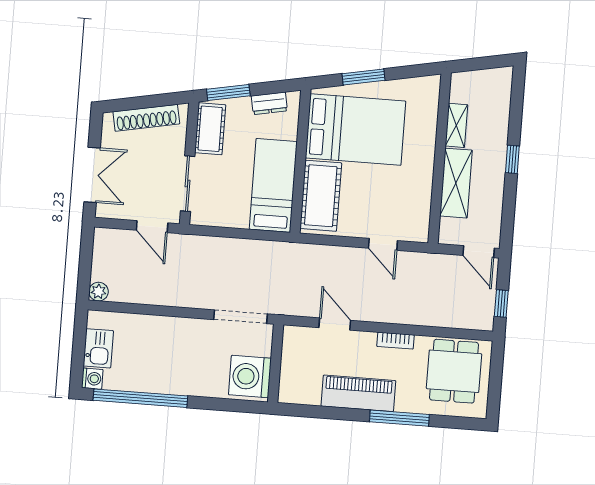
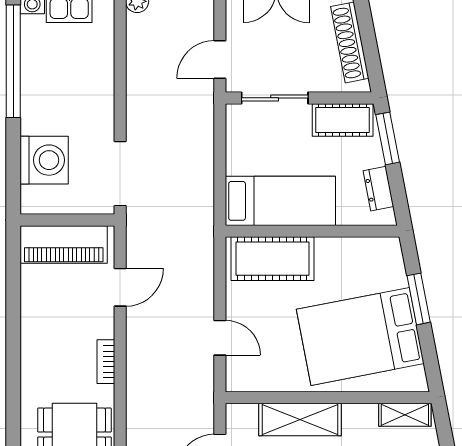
shelving: (456, 125) -> (405, 415), moved
bed: (355, 130) -> (360, 336), moved, turned 79
door: (383, 244) -> (220, 338), swing flipped
washing machine: (250, 377) -> (44, 160), moved, turned 90
piano: (358, 393) -> (64, 244), moved, turned 90
window: (399, 418) -> (13, 373), removed

